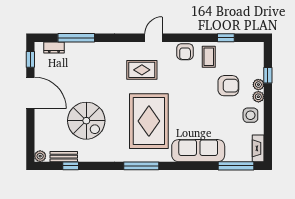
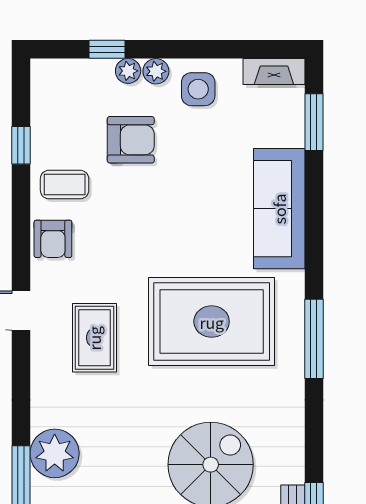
plant: (91, 52) -> (55, 453), added
armchair: (185, 52) -> (53, 239), turned 90
armchair: (228, 86) -> (131, 140), turned 90
window: (236, 166) -> (314, 122), width x0.69

